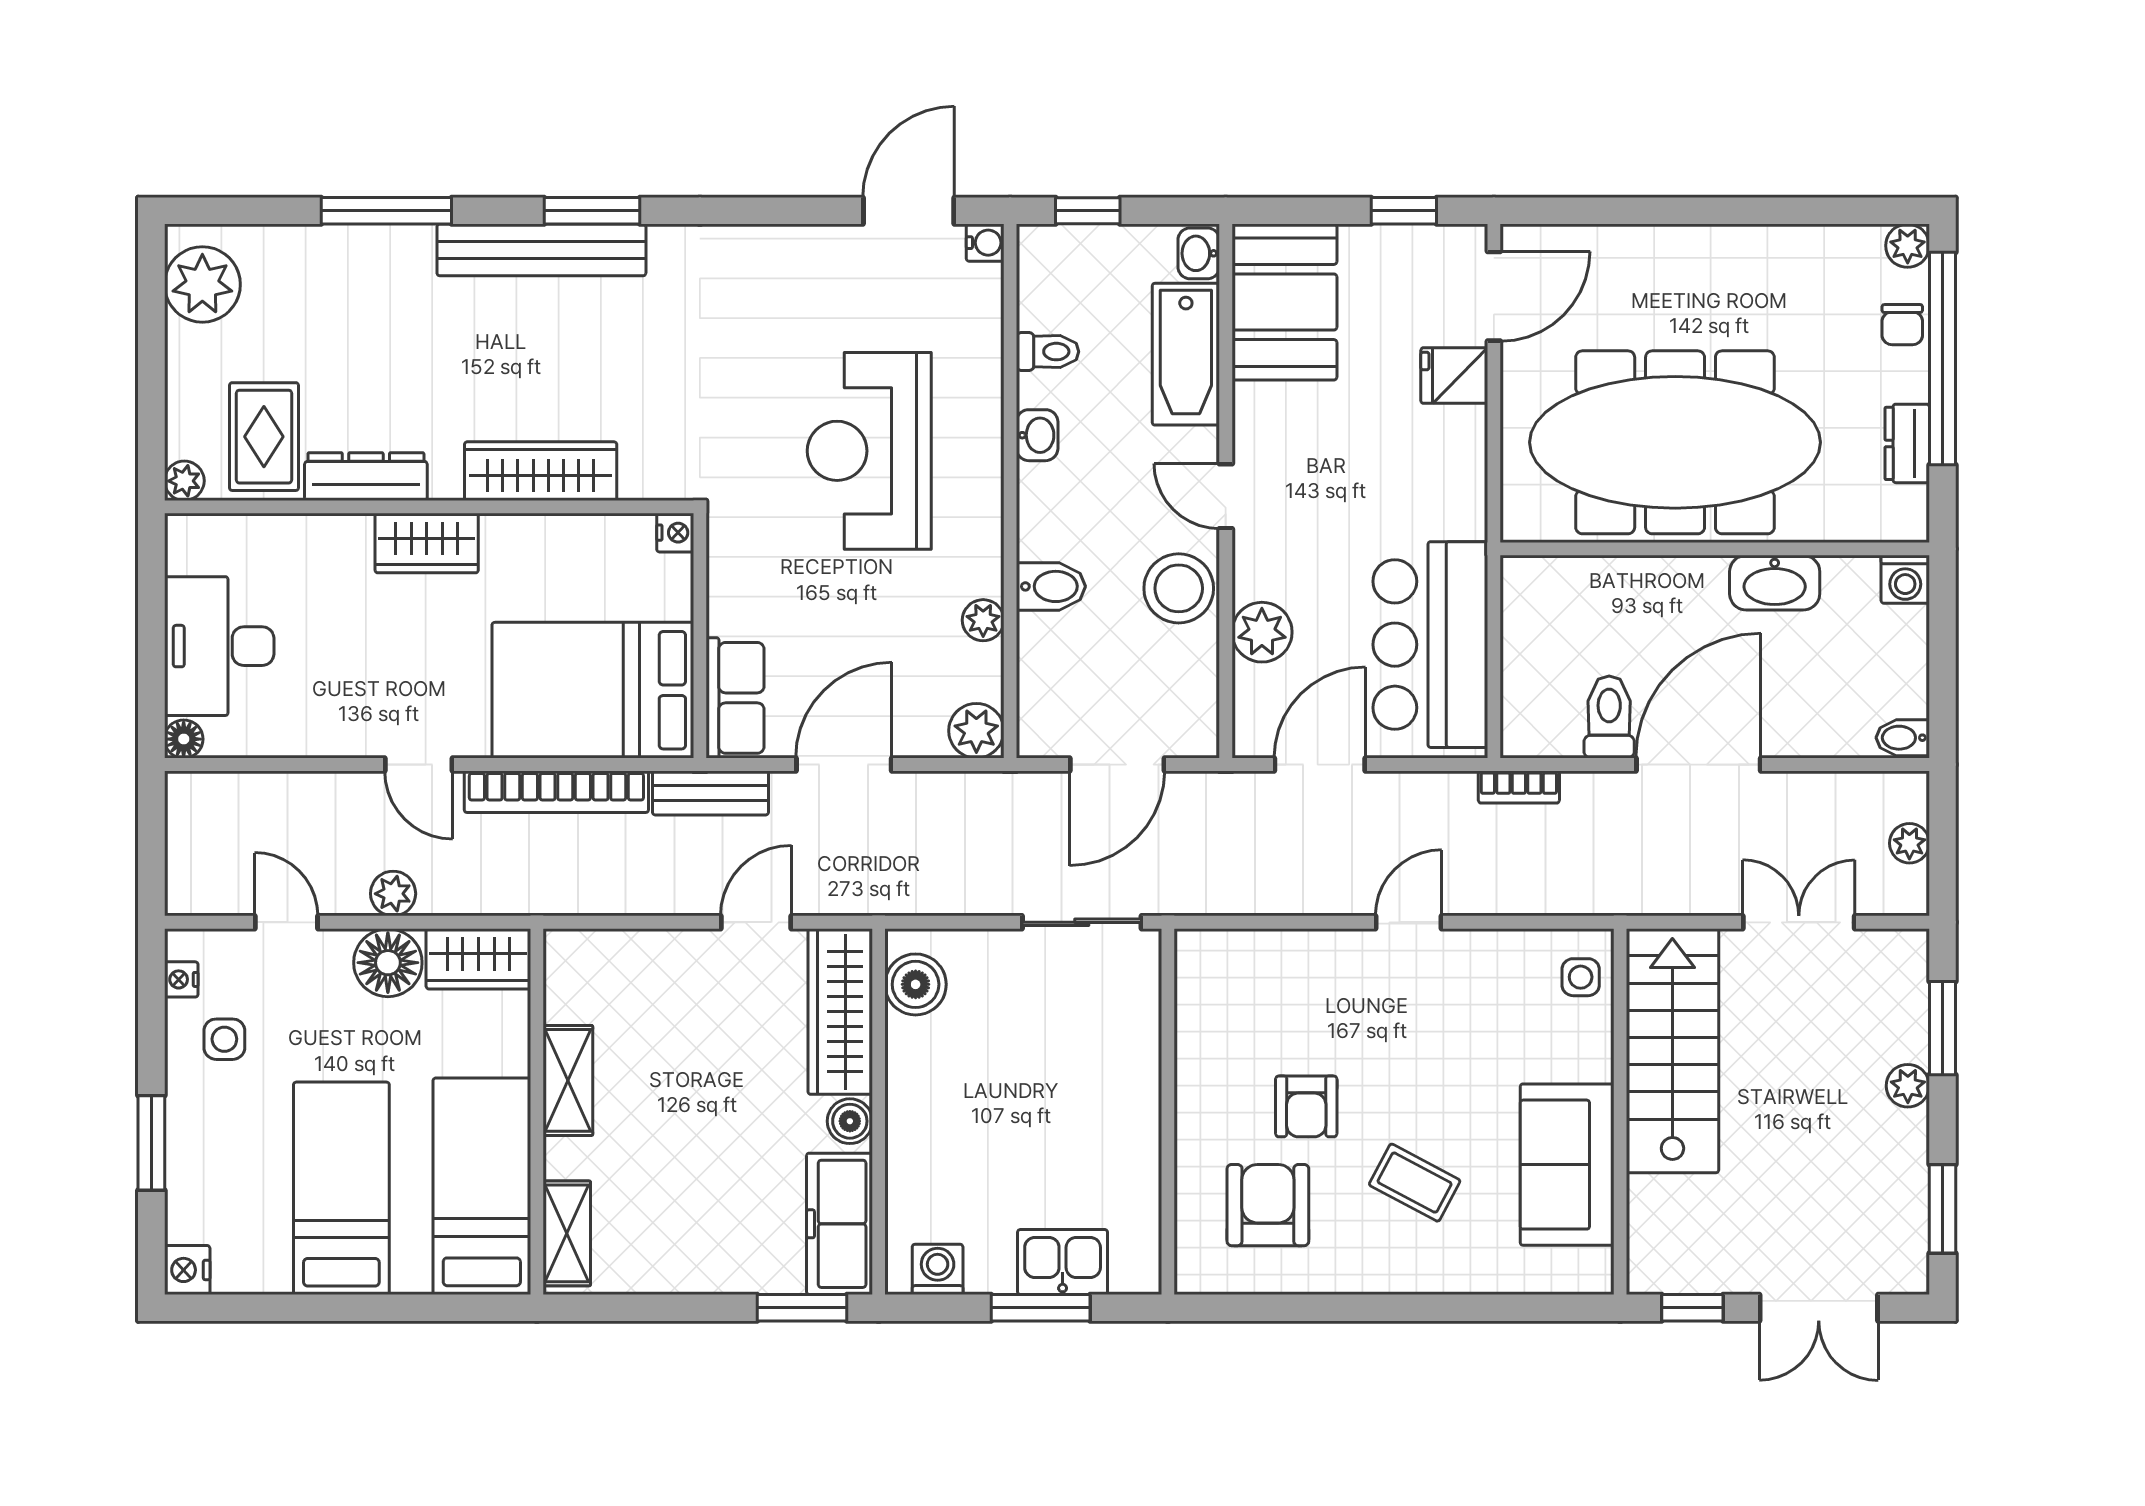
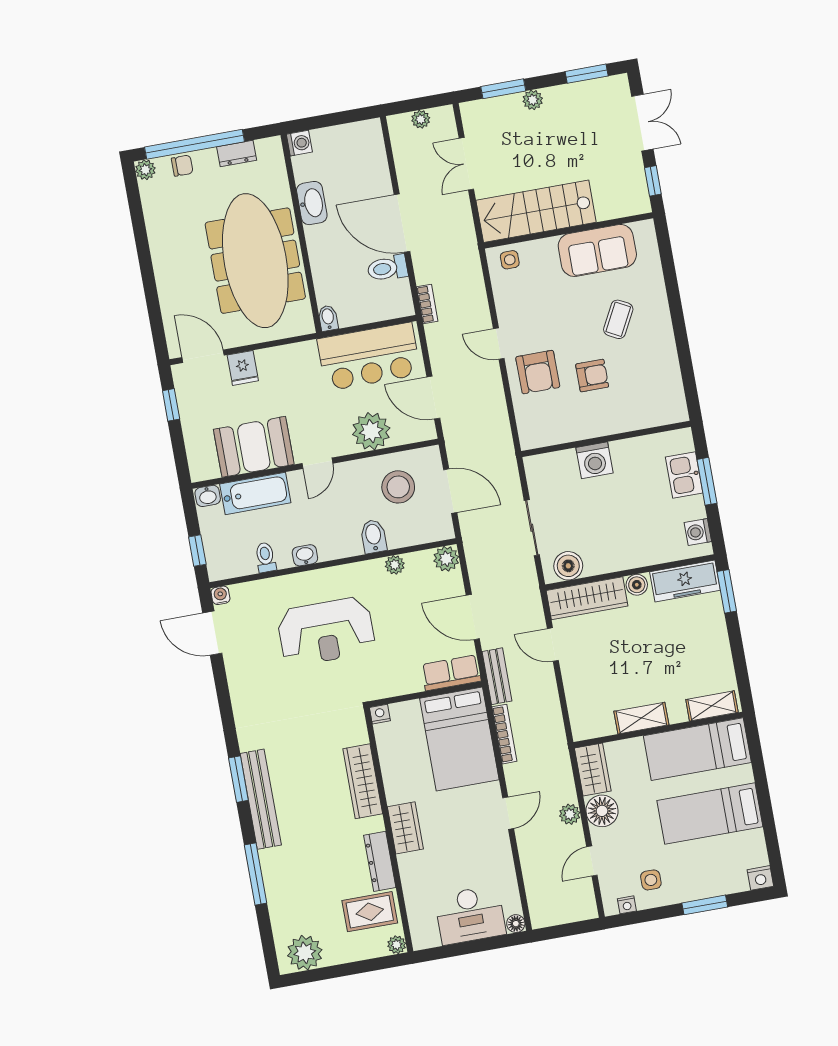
booth: (1284, 302) -> (254, 447), moved
stool: (1179, 588) -> (398, 487), moved
plant: (1262, 632) -> (371, 431), width x1.36, depth x1.36
bidet: (1903, 738) -> (328, 318), moved, turned 180
bookcase: (556, 792) -> (504, 734), width x0.68, depth x0.76
sliding door: (1082, 922) -> (532, 528), moved
washing machine: (1127, 1079) -> (594, 460), added
armchair: (1268, 1205) -> (538, 372), moved, turned -90

